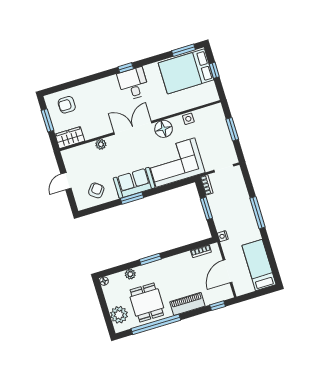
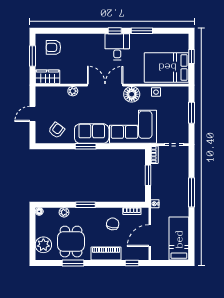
window: (184, 50) -> (142, 31), moved
bed: (186, 71) -> (167, 67), moved
chair: (185, 271) -> (113, 224), added
window: (156, 324) -> (73, 263), width x0.47

